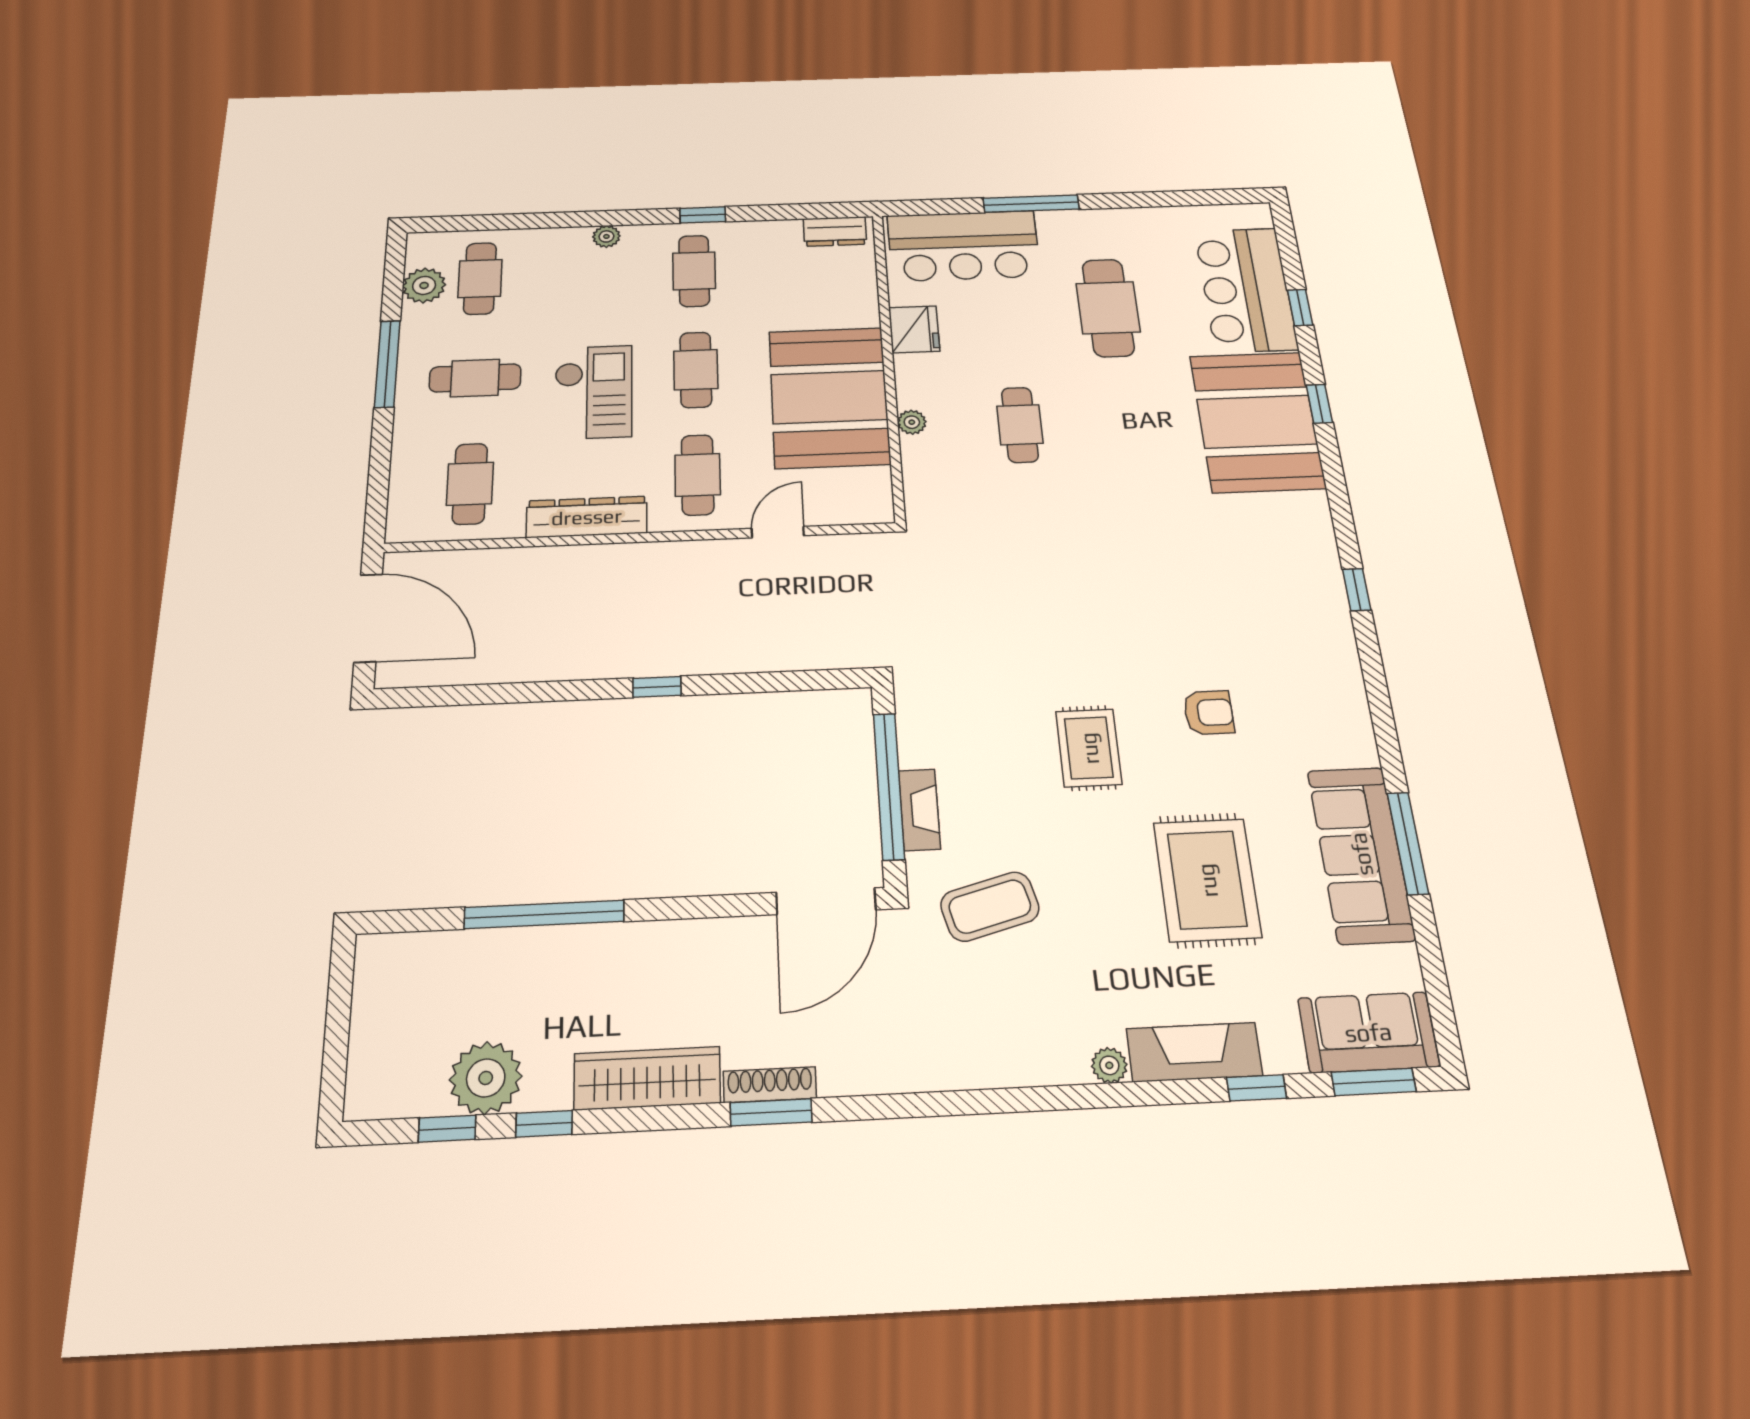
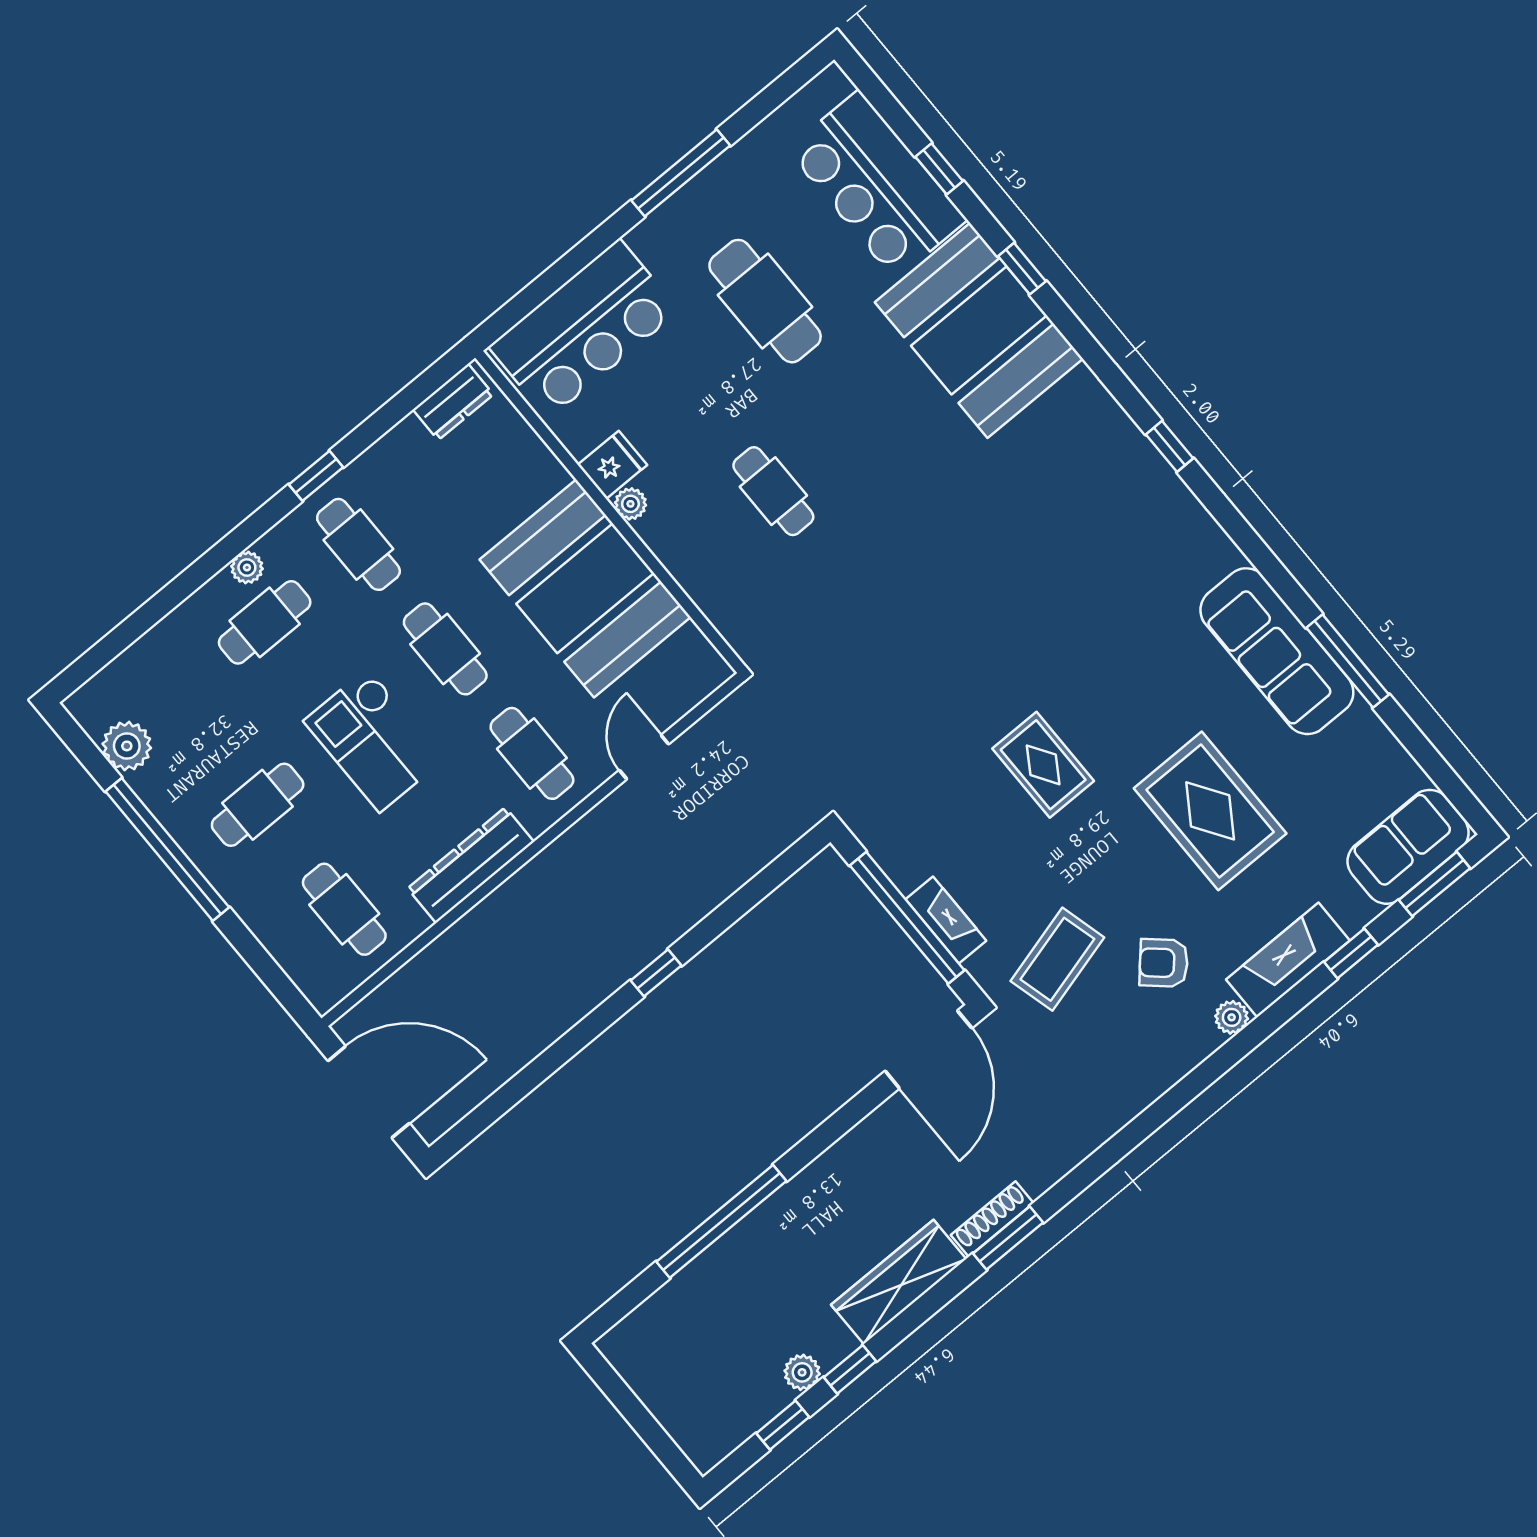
window: (1031, 204) -> (681, 173), moved
cafe table: (480, 278) -> (265, 622), moved, turned 90
fridge: (914, 329) -> (612, 465), width x0.72
window: (387, 364) -> (167, 849), width x1.46
checkout: (593, 392) -> (374, 740), turned 180
plant: (912, 422) -> (630, 504), moved
armchair: (1209, 713) -> (1164, 963), moved, turned -138
sofa: (1361, 854) -> (1277, 651), moved
plant: (486, 1078) -> (802, 1372), width x0.53, depth x0.53

